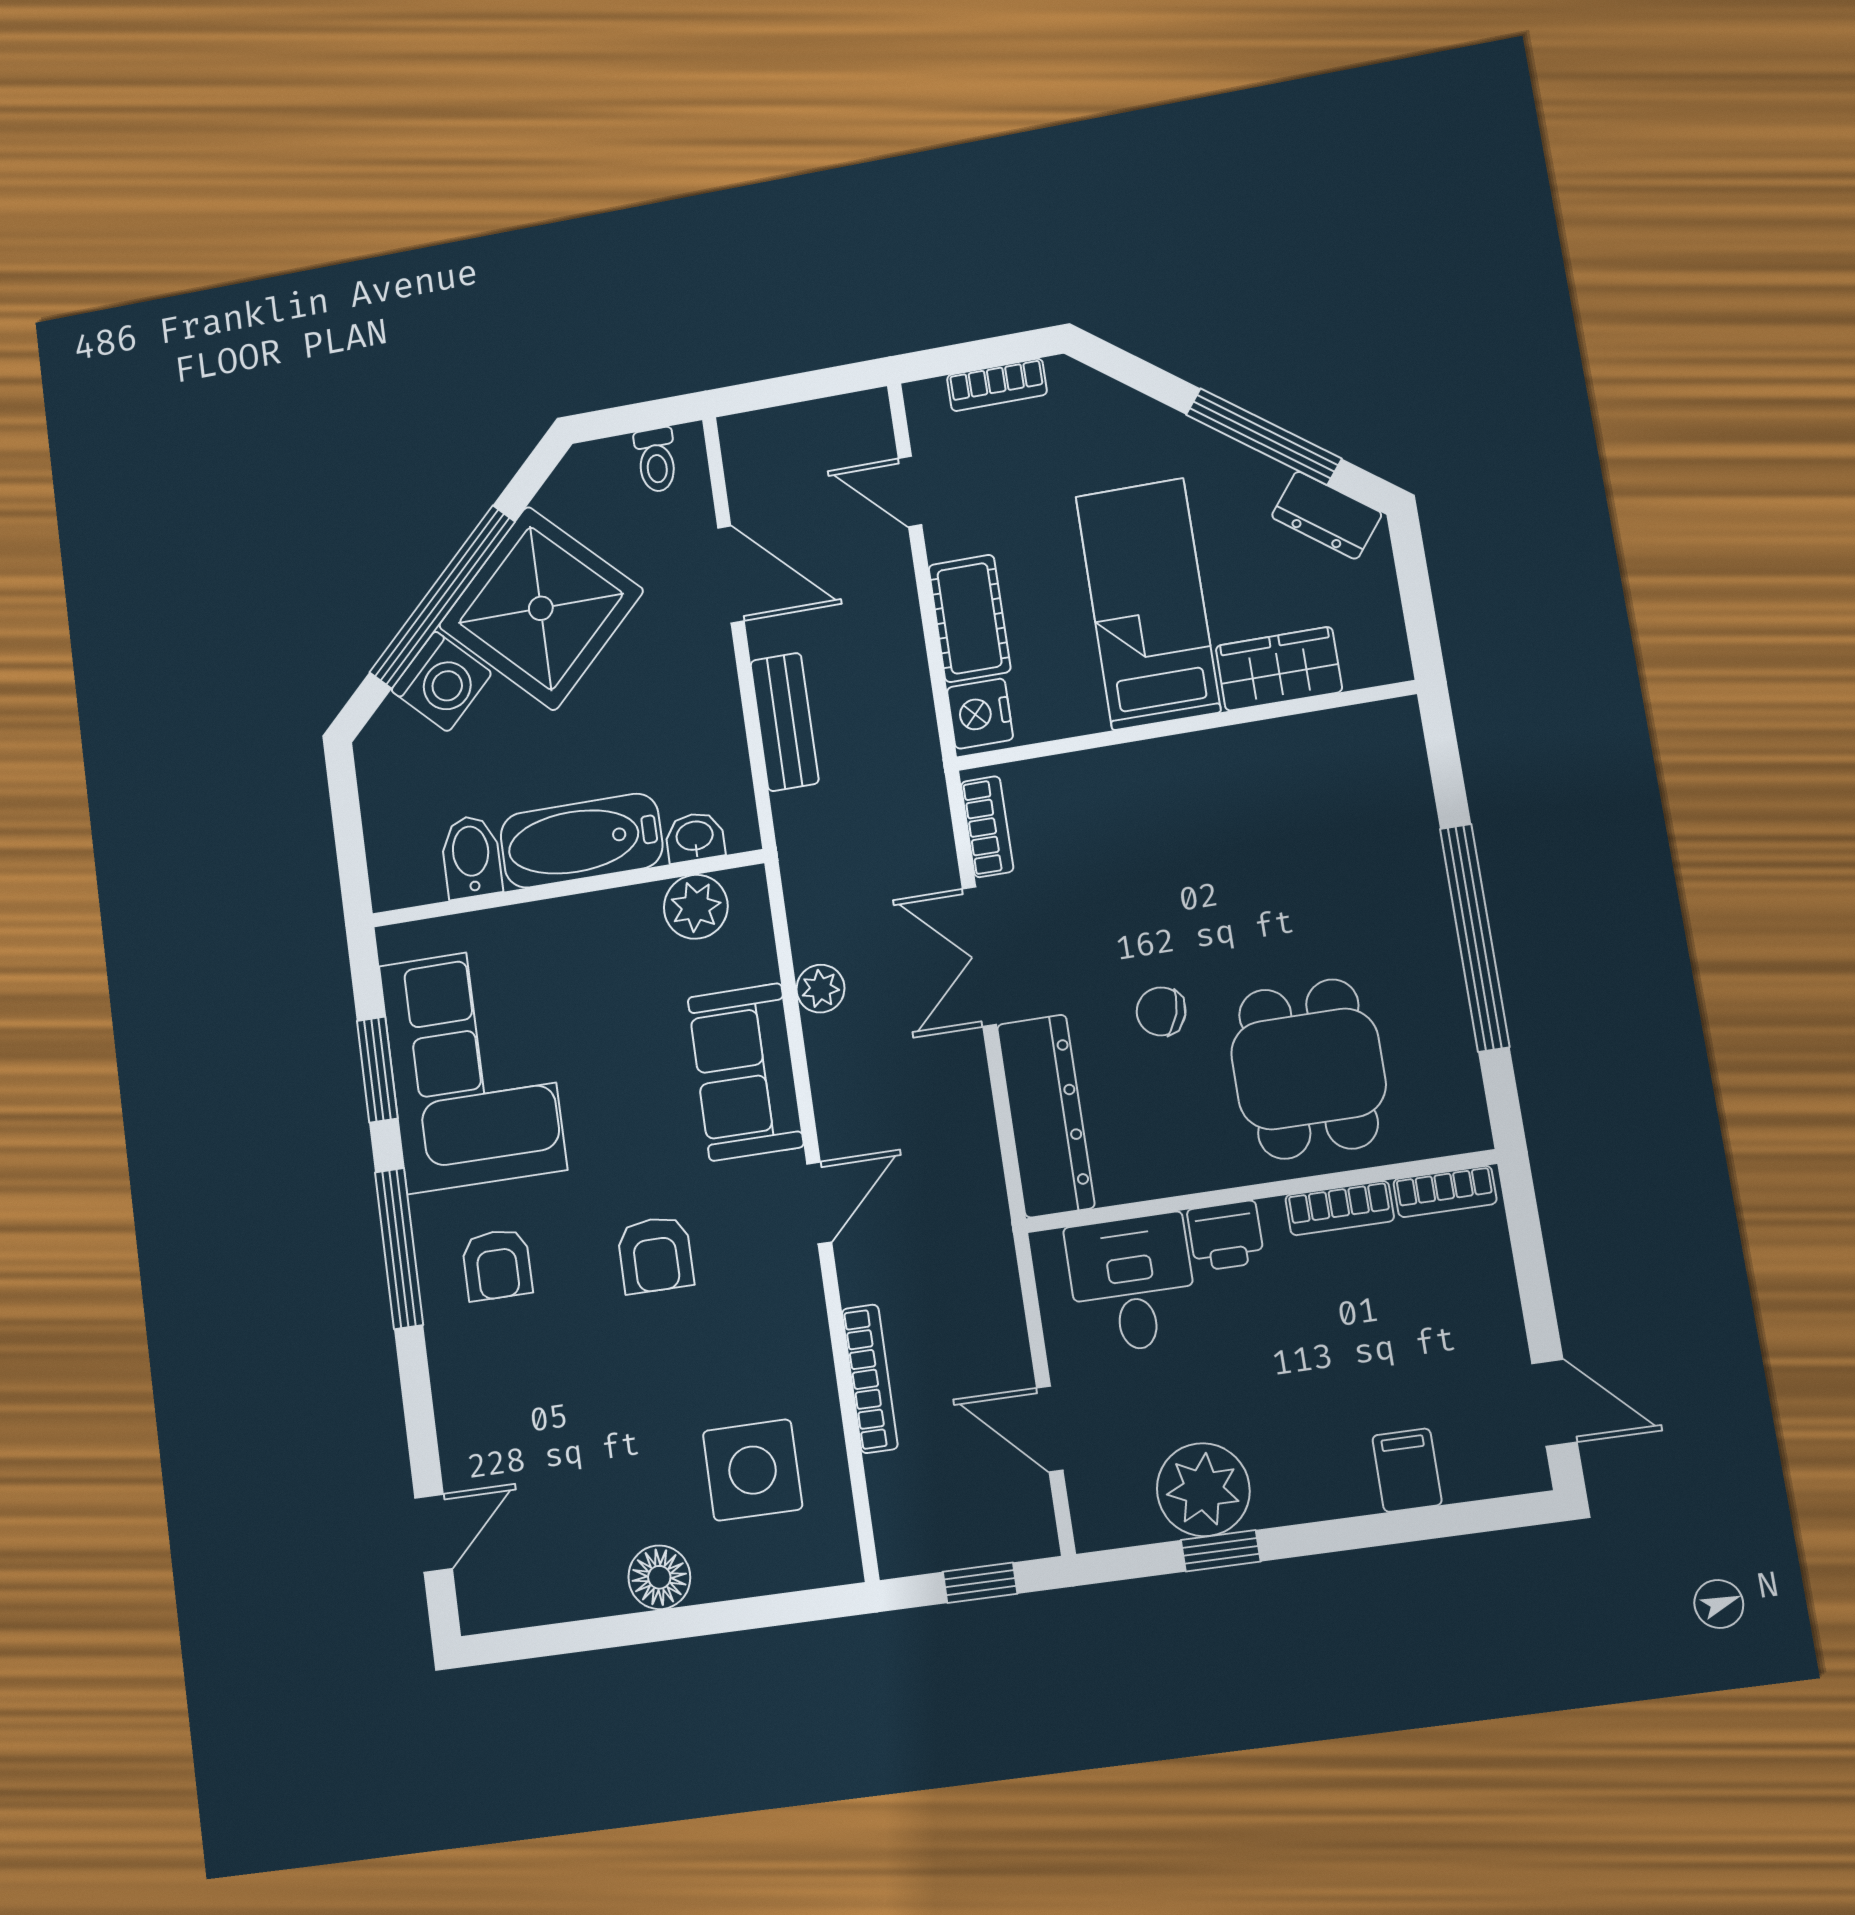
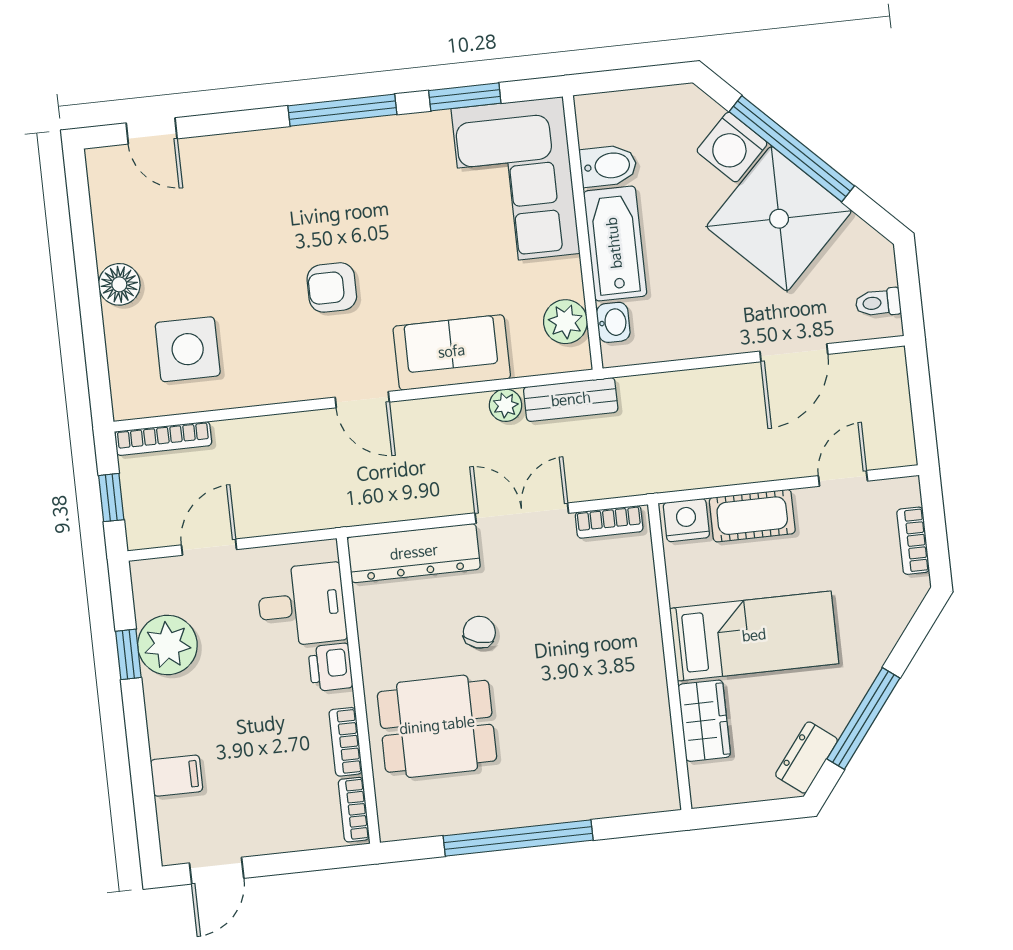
bench: (785, 722) -> (571, 400), moved
corner sofa: (473, 1067) -> (516, 181), moved, turned 90
armchair: (497, 1265) -> (329, 178), removed
bookcase: (870, 1379) -> (163, 438), moved

